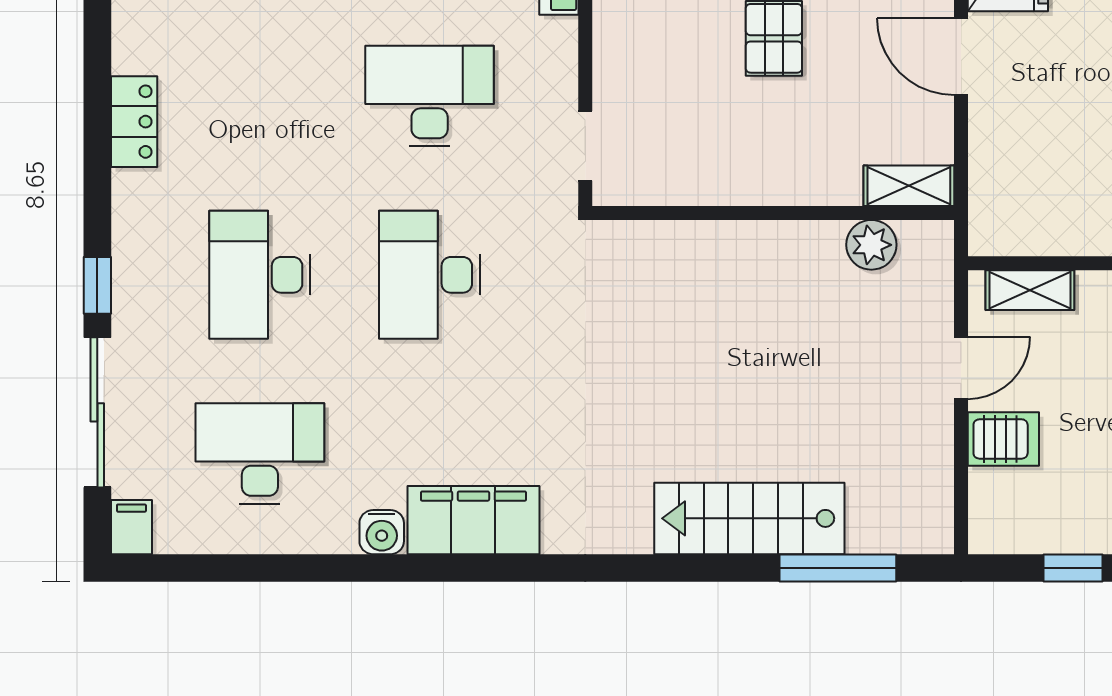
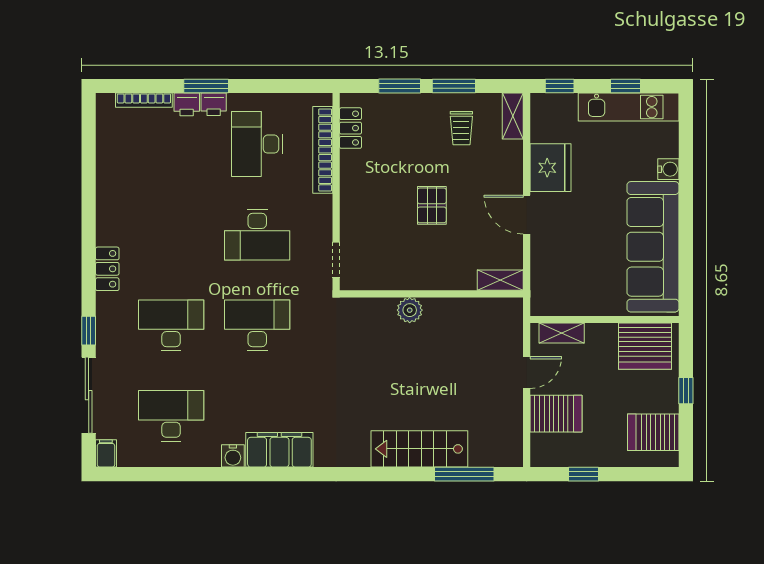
desk: (430, 96) -> (257, 235), turned 180
locker: (134, 122) -> (107, 269), moved
plant: (871, 245) -> (410, 310), moved
desk: (260, 275) -> (171, 325), turned 90
desk: (430, 275) -> (257, 325), turned 90
server rack: (1003, 439) -> (556, 414), width x1.36, depth x1.44

